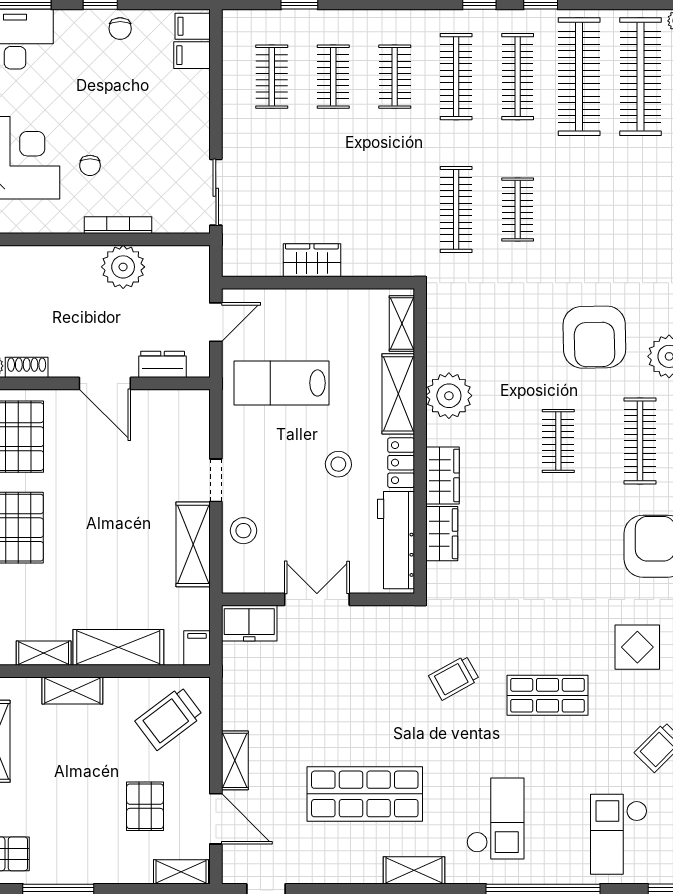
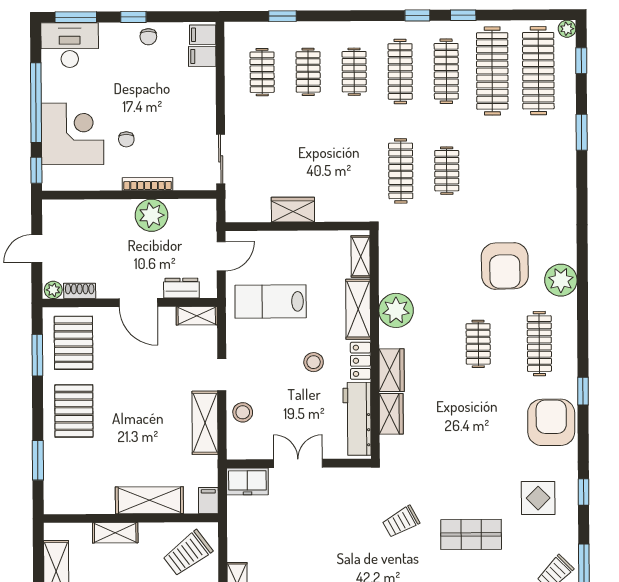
shelving: (44, 653) -> (197, 316), moved

